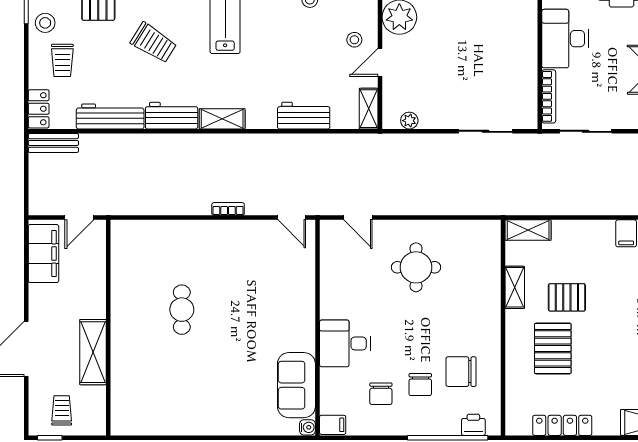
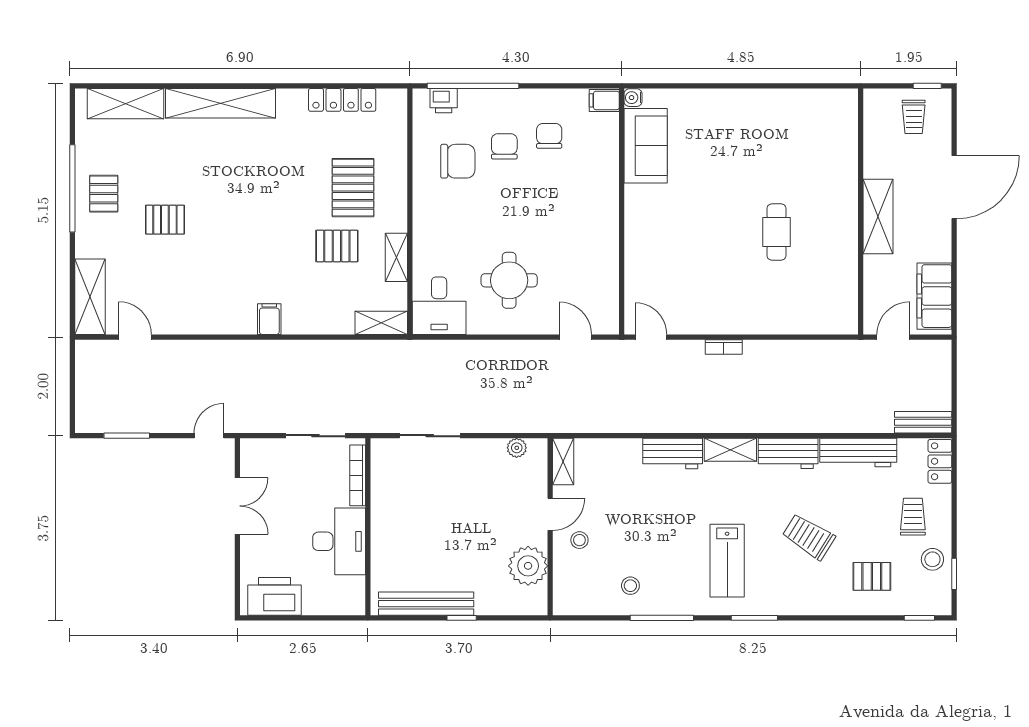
workbench: (304, 116) -> (673, 453), moved
desk: (345, 343) -> (439, 306), moved, turned 90
shelving: (93, 352) -> (878, 216), moved

